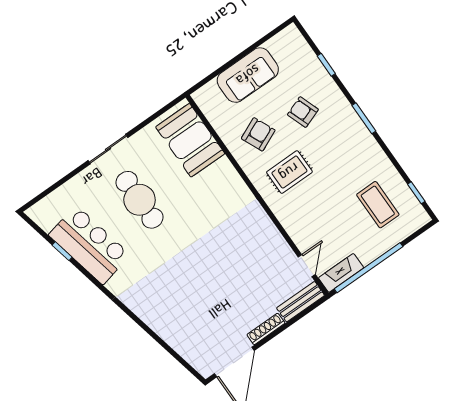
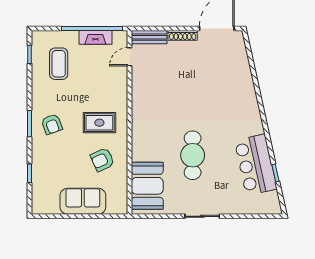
armchair: (303, 112) -> (52, 124), moved
cafe table: (140, 200) -> (193, 155), moved
fireplace: (341, 273) -> (95, 37), moved

